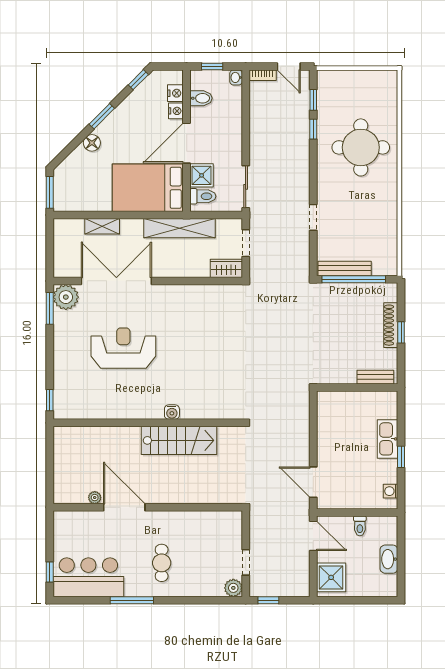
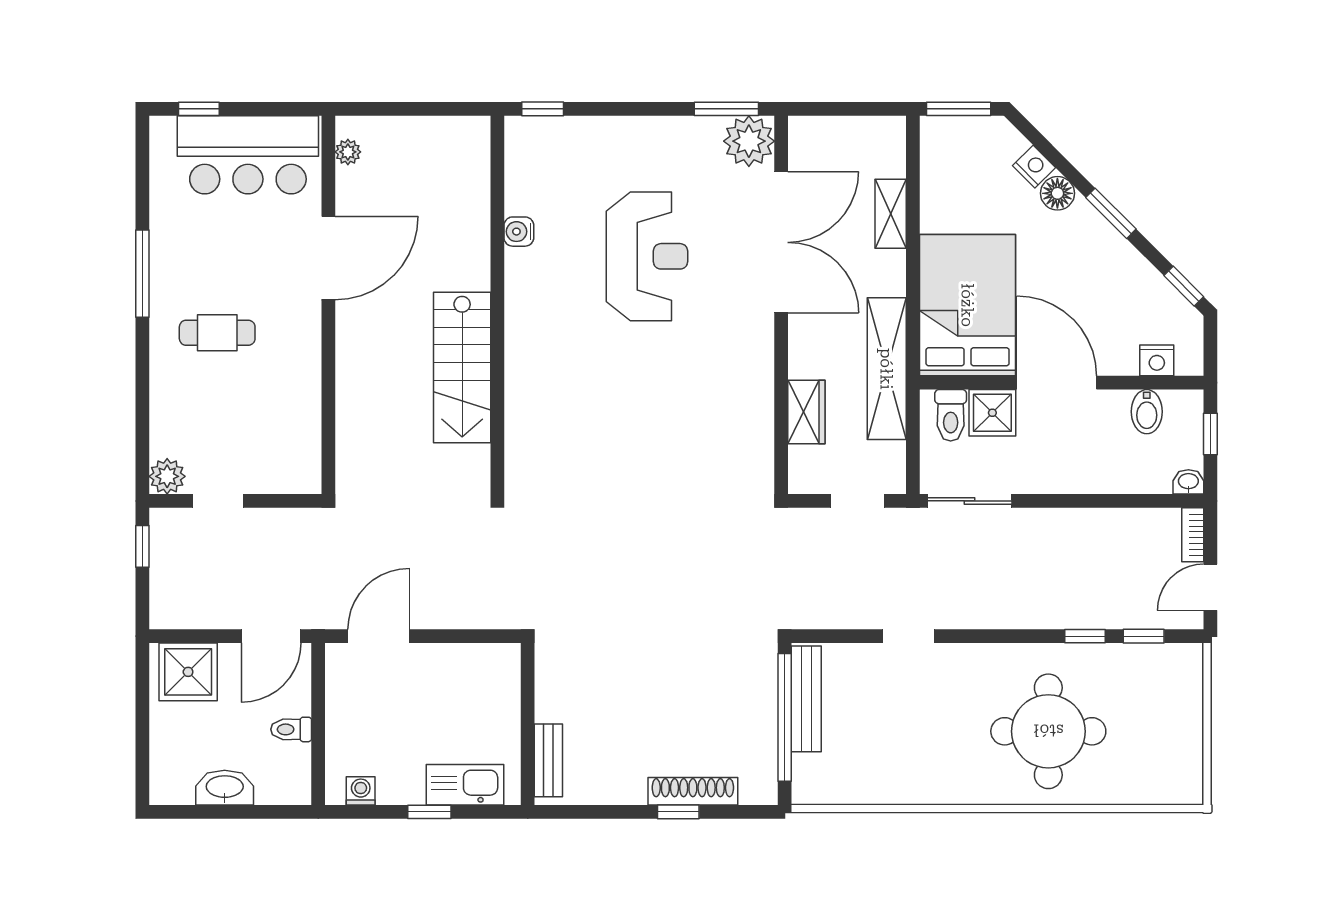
nightstand: (176, 111) -> (1034, 167), moved, turned -135
wardrobe: (226, 268) -> (806, 412), moved
bench: (375, 377) -> (548, 760), moved
wall: (357, 387) -> (528, 724), moved
water cooler: (172, 412) -> (519, 232), moved
plant: (95, 498) -> (348, 152), moved
bar counter: (88, 577) -> (248, 155), moved, turned 90

